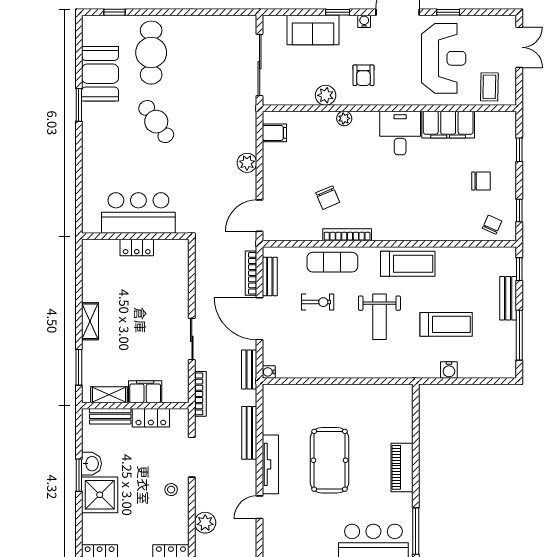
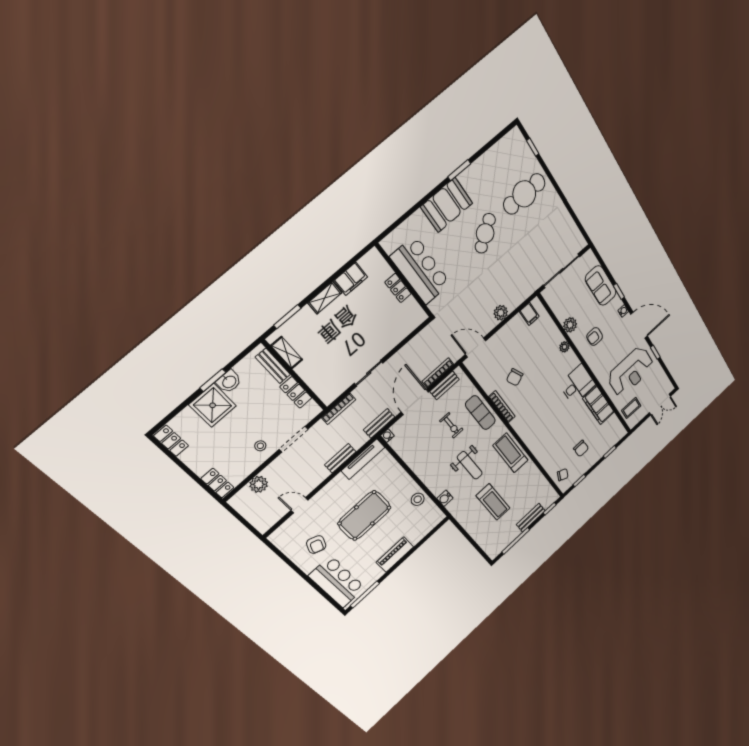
booth: (100, 74) -> (447, 205), moved
treadmill: (408, 264) -> (510, 453), turned 180
weight bench: (379, 317) -> (470, 465), turned -90
water cooler: (449, 370) -> (445, 498), moved
filing cabinet: (145, 392) -> (351, 279), moved, turned 90
stool: (364, 397) -> (418, 499), added
bench: (249, 433) -> (340, 458), width x0.73
tv unit: (270, 464) -> (363, 459), moved
armchair: (314, 527) -> (316, 545), added

